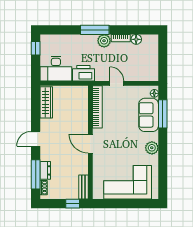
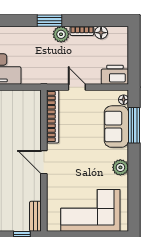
window: (95, 30) -> (49, 21), width x0.69
printer: (83, 73) -> (115, 75), moved

